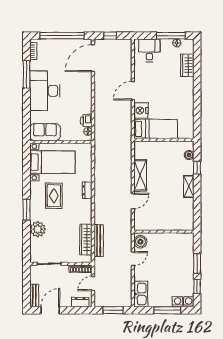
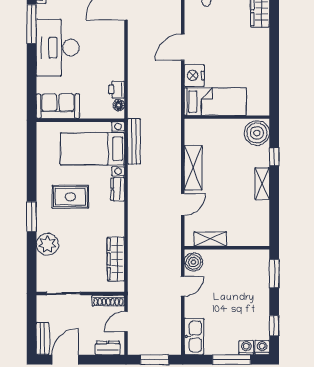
boiler: (189, 155) -> (257, 133), width x1.86, depth x1.86
bed with nightstands: (52, 162) -> (92, 149), moved, turned 180
rug: (54, 196) -> (70, 197), turned 90
shelving: (152, 225) -> (210, 239), added
bench: (99, 241) -> (134, 141), moved
window: (197, 264) -> (274, 274), moved

